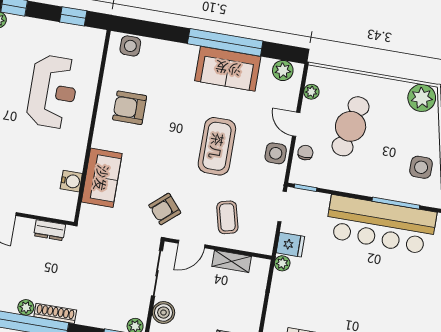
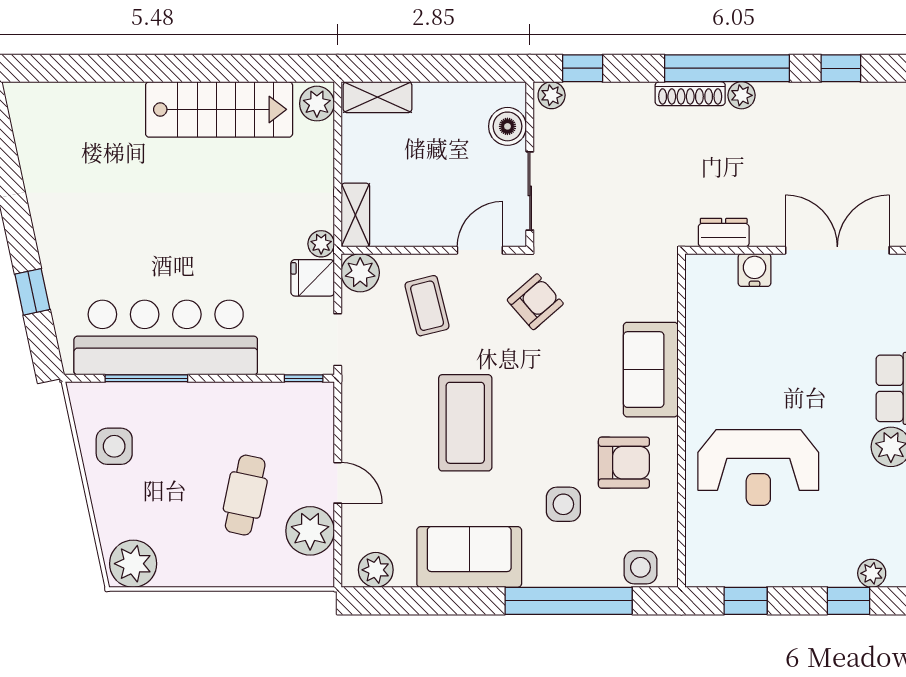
window: (225, 42) -> (569, 601), moved
reception desk: (53, 92) -> (758, 468), turned -90
plant: (311, 92) -> (310, 531), width x1.87, depth x1.87
cafe table: (351, 126) -> (245, 495), width x0.73, depth x0.74
side table: (276, 153) -> (563, 504), moved
chair: (305, 153) -> (314, 438), removed
sofa: (102, 178) -> (651, 370), moved
water cooler: (71, 181) -> (755, 270), moved, turned 90
plant: (263, 243) -> (360, 273), added
shelving: (232, 261) -> (355, 215), moved, turned 90

